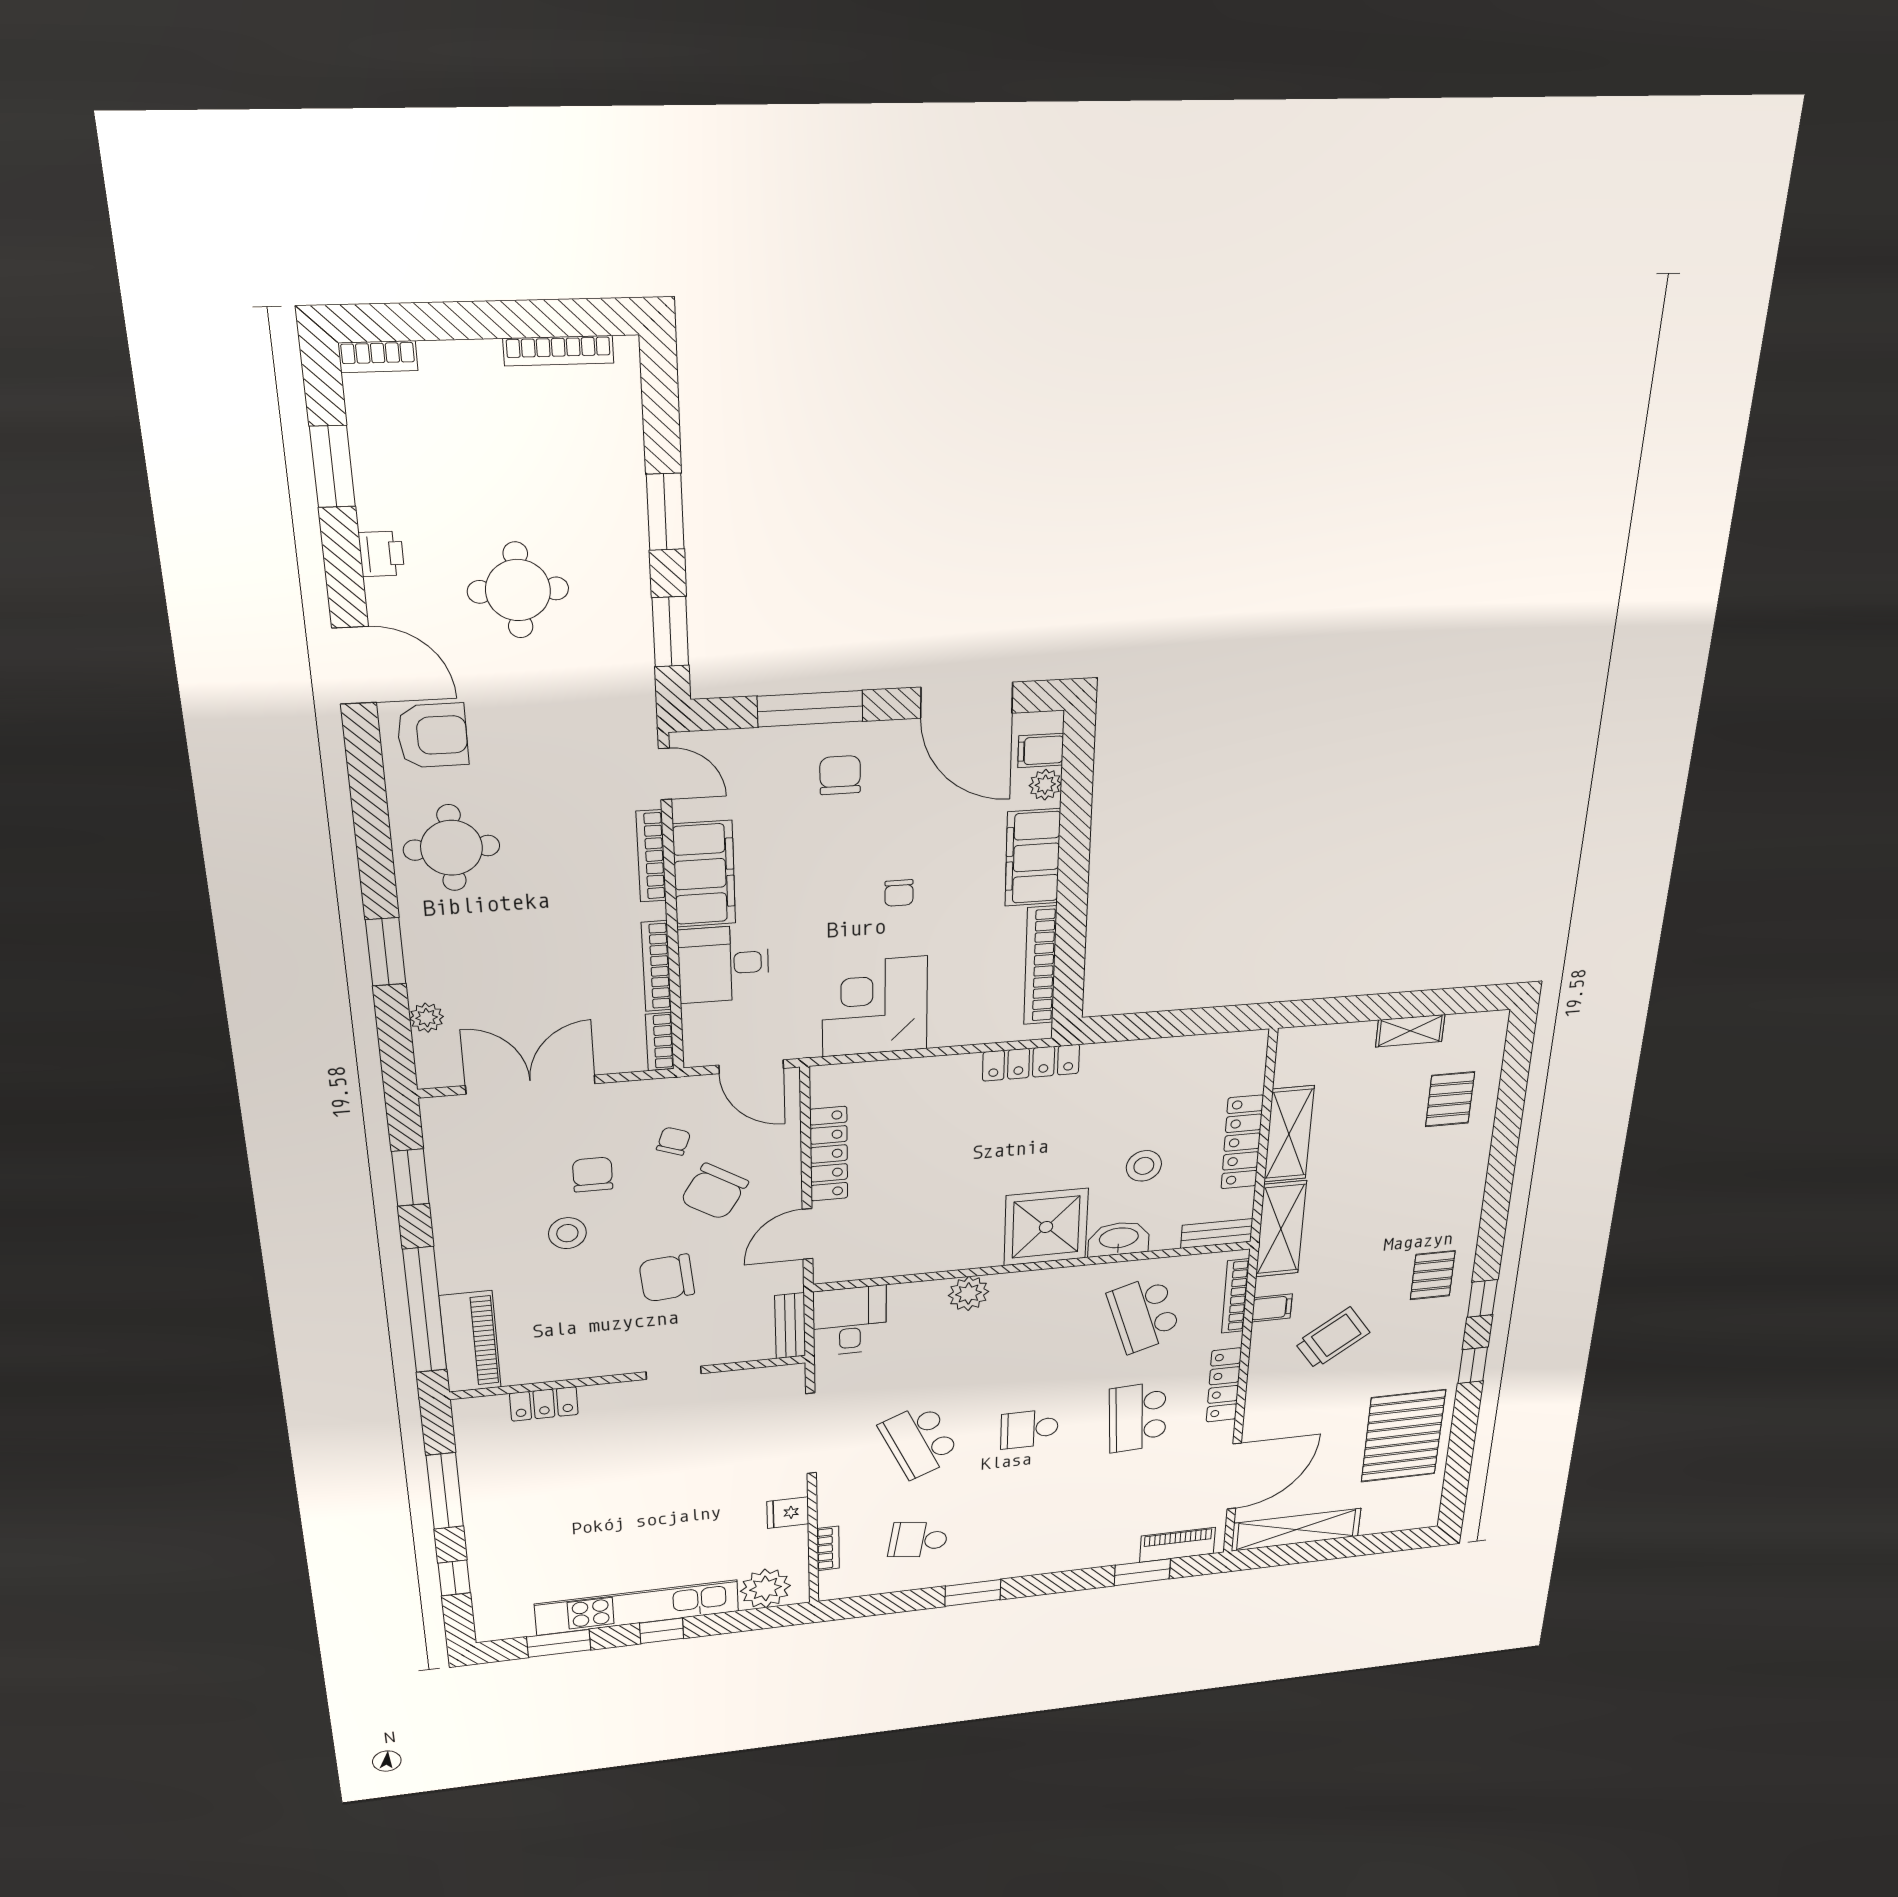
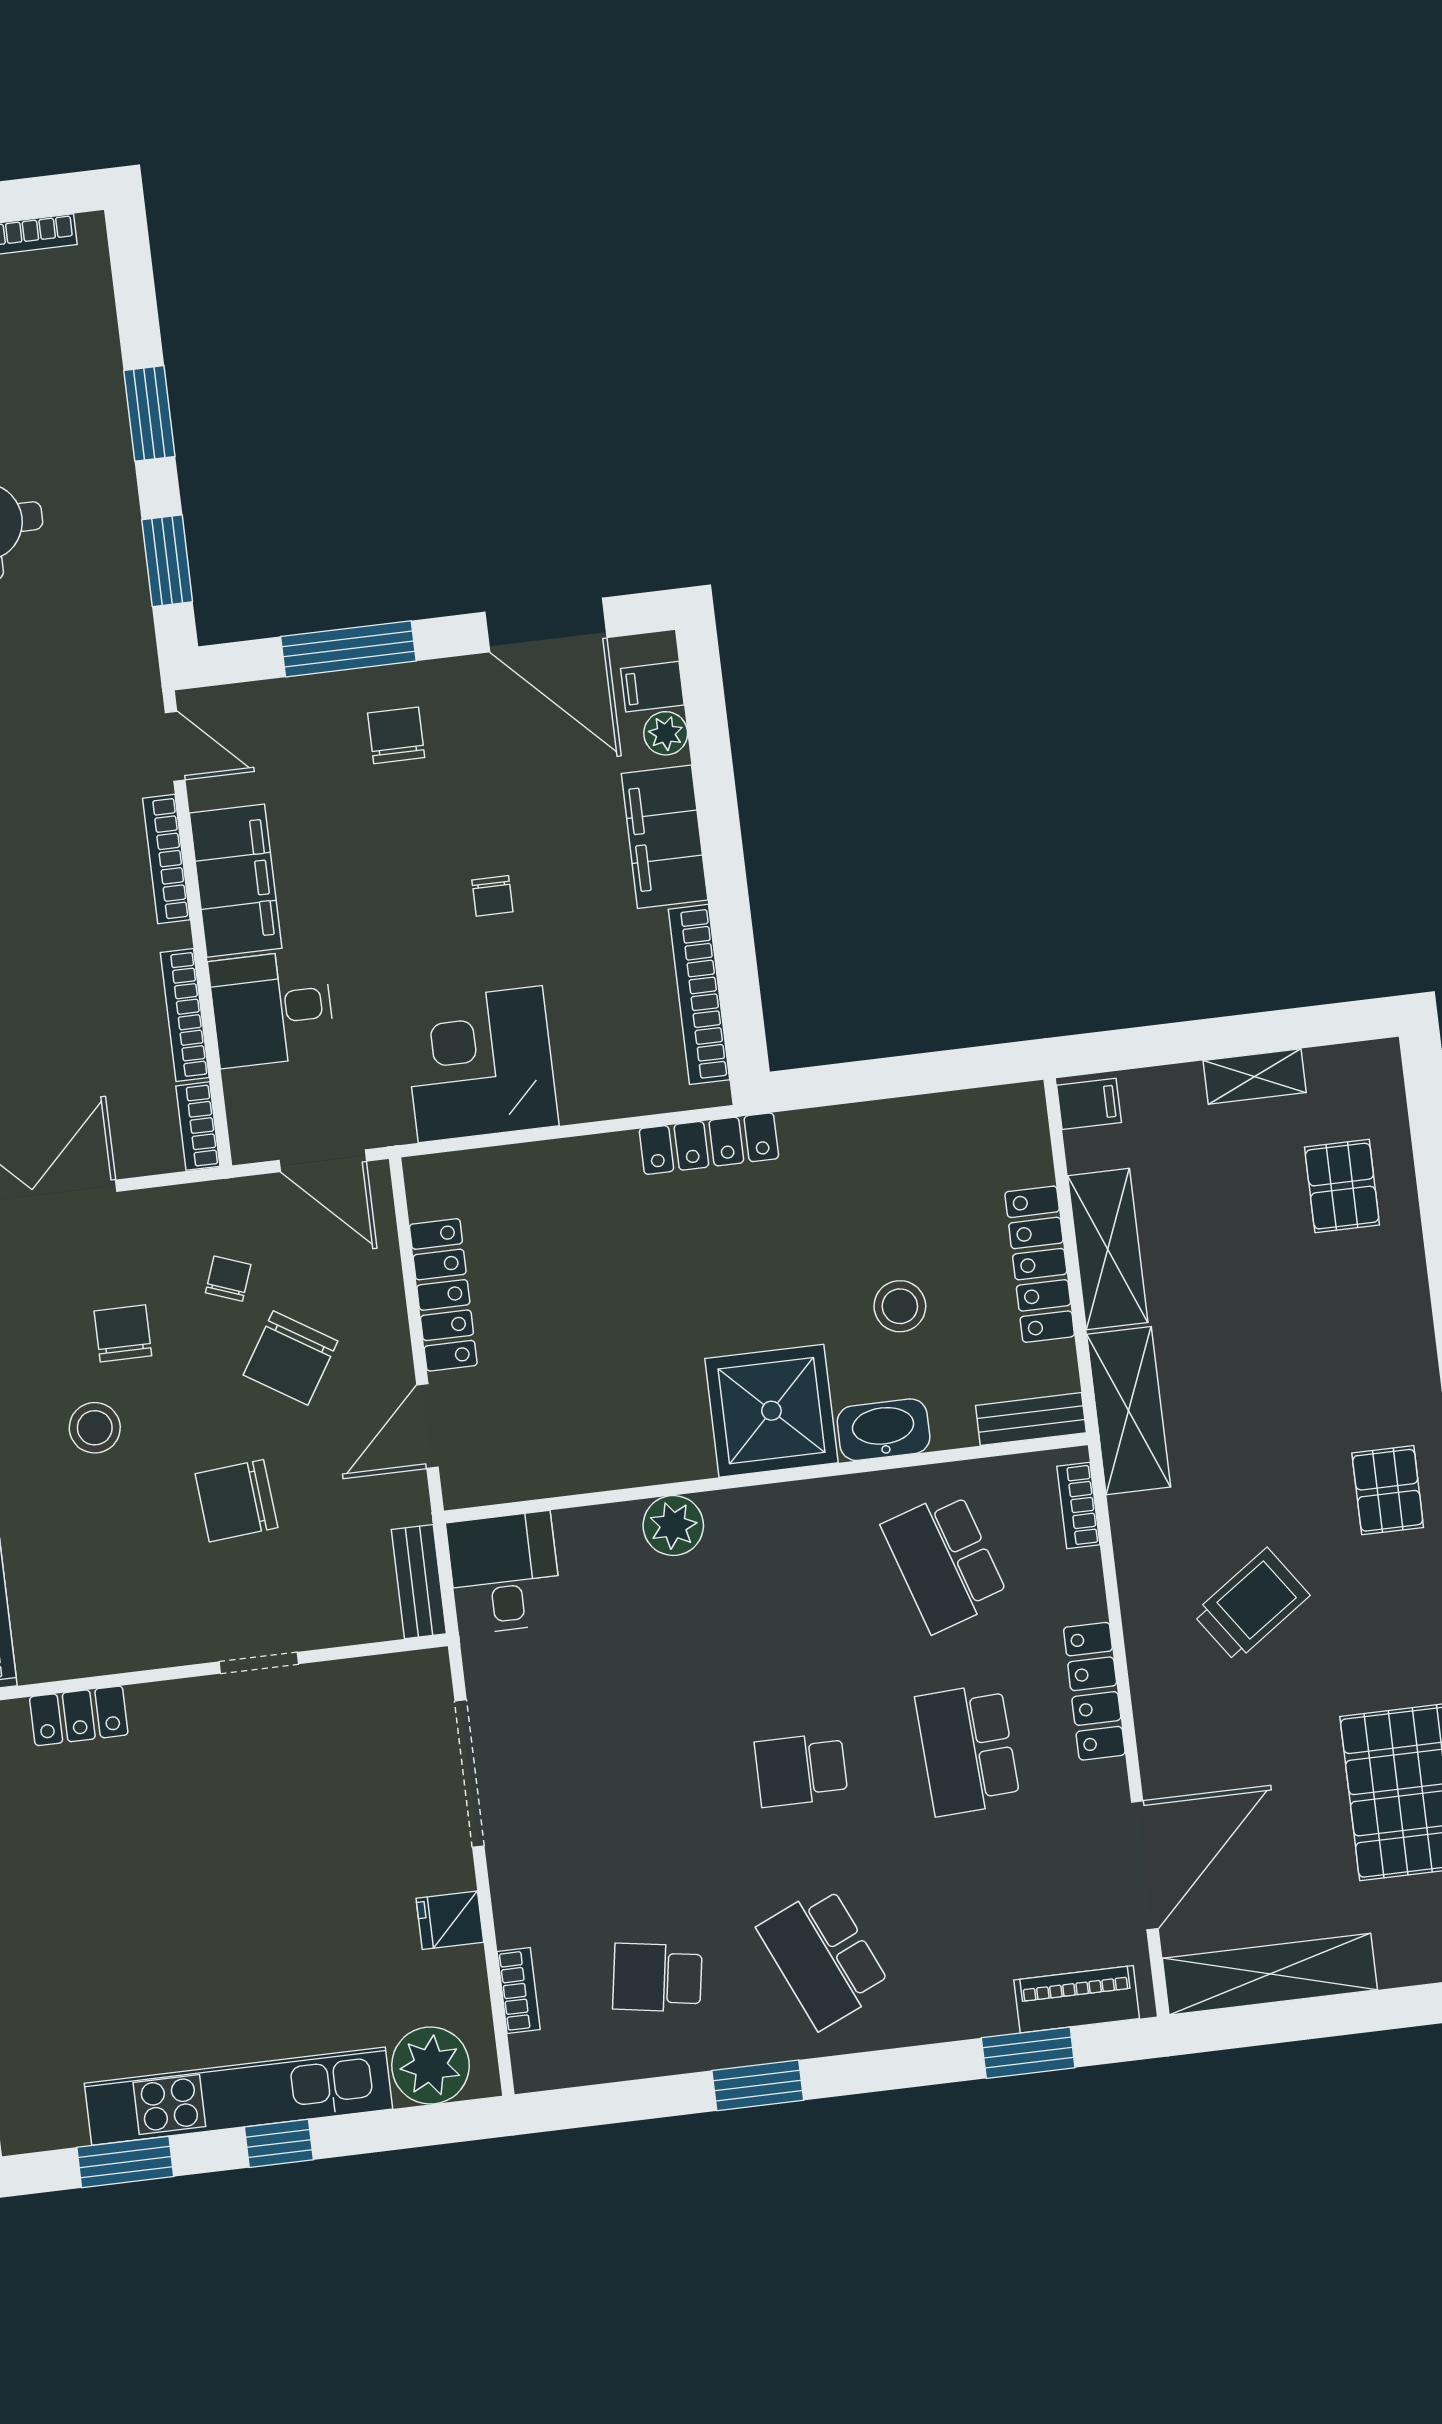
bookcase: (1235, 1296) -> (1078, 1505), width x0.64
filing cabinet: (1272, 1308) -> (1089, 1104), moved
school desk: (919, 1441) -> (824, 1957), moved

